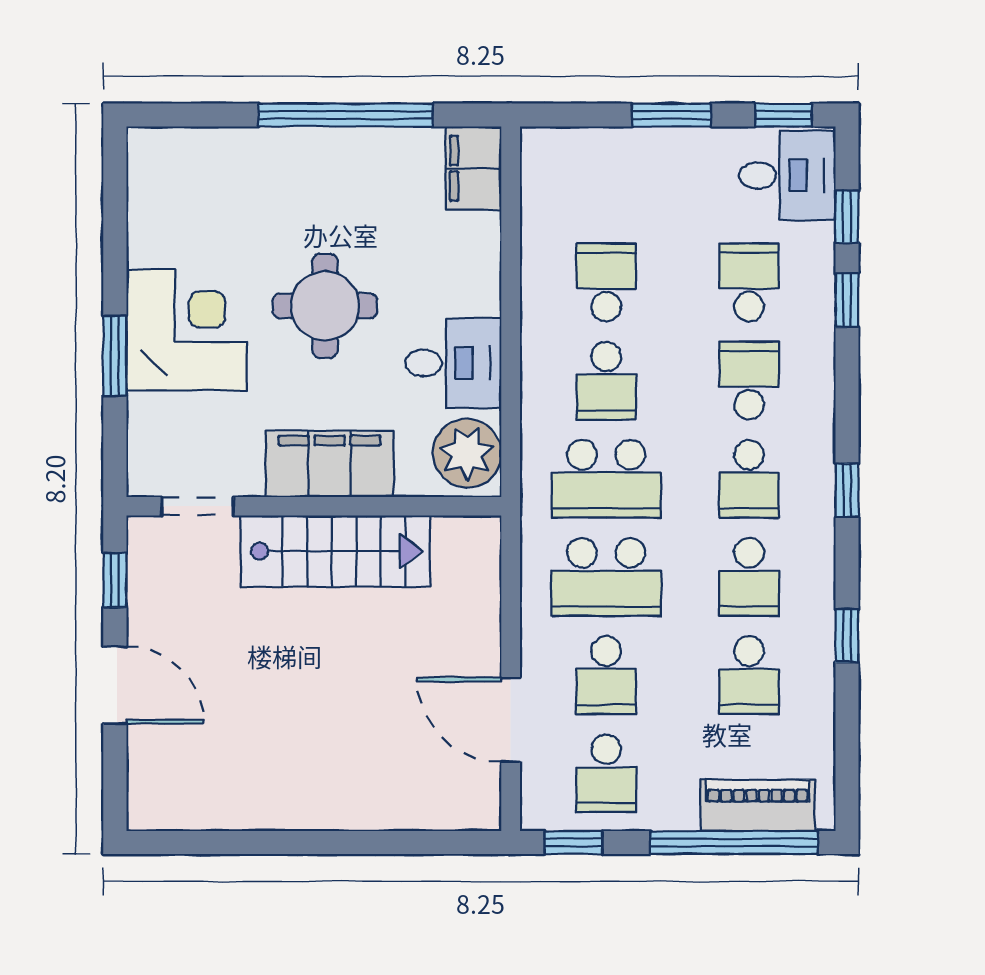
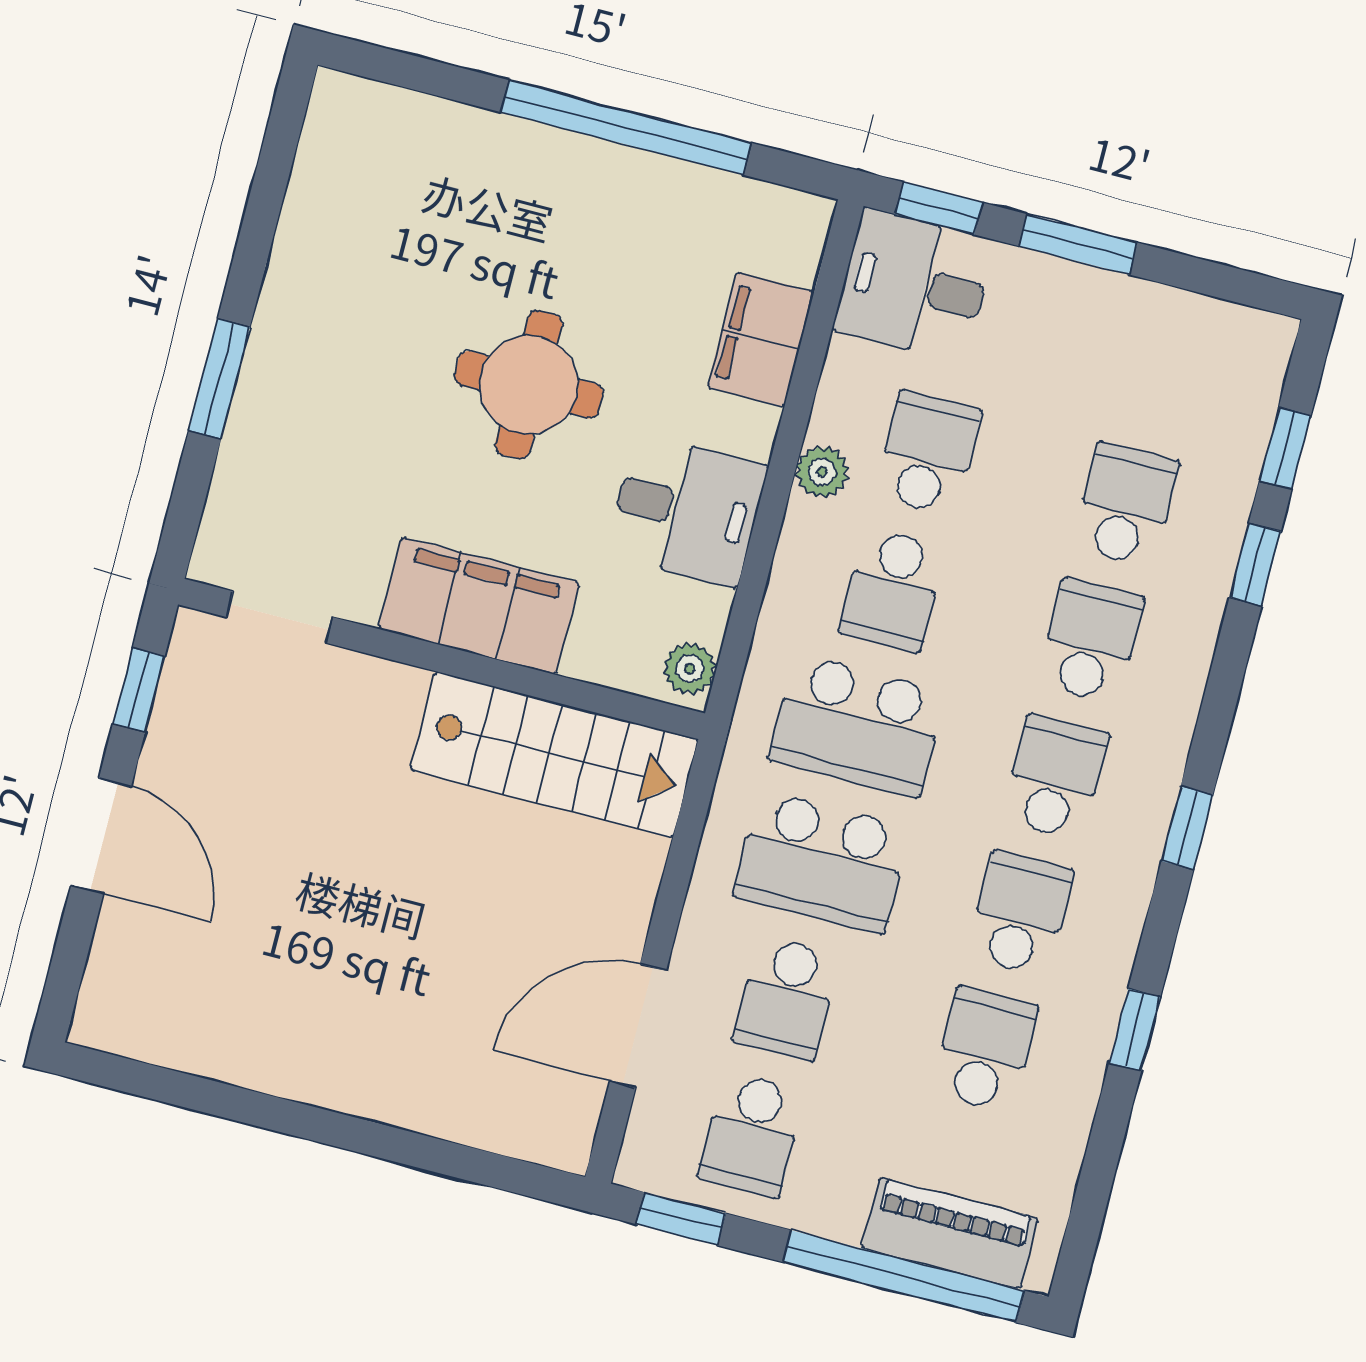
window: (783, 115) -> (939, 208), moved
filing cabinet: (474, 168) -> (761, 340), moved
desk: (787, 175) -> (914, 285), moved, turned 180
plant: (538, 313) -> (822, 472), added
corner desk: (187, 330) -> (328, 369), removed
plant: (467, 453) -> (690, 669), width x0.53, depth x0.53
school desk: (749, 479) -> (1055, 777), turned 180
stairs: (335, 551) -> (554, 755), moved
school desk: (749, 577) -> (1020, 913), turned 180
school desk: (749, 675) -> (985, 1050), turned 180
door: (511, 720) -> (638, 1026), hinge flipped

